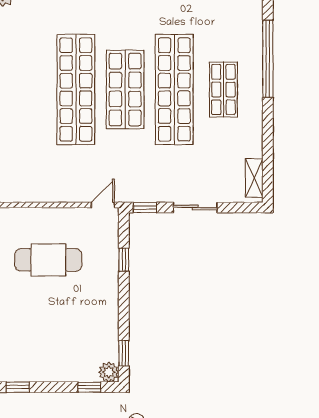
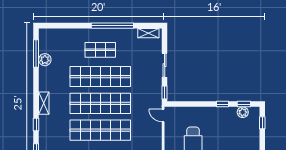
window: (268, 59) -> (112, 26), moved
shop shelf: (125, 90) -> (100, 103), width x1.40
window: (124, 260) -> (222, 104), moved
plant: (109, 372) -> (243, 112), moved

